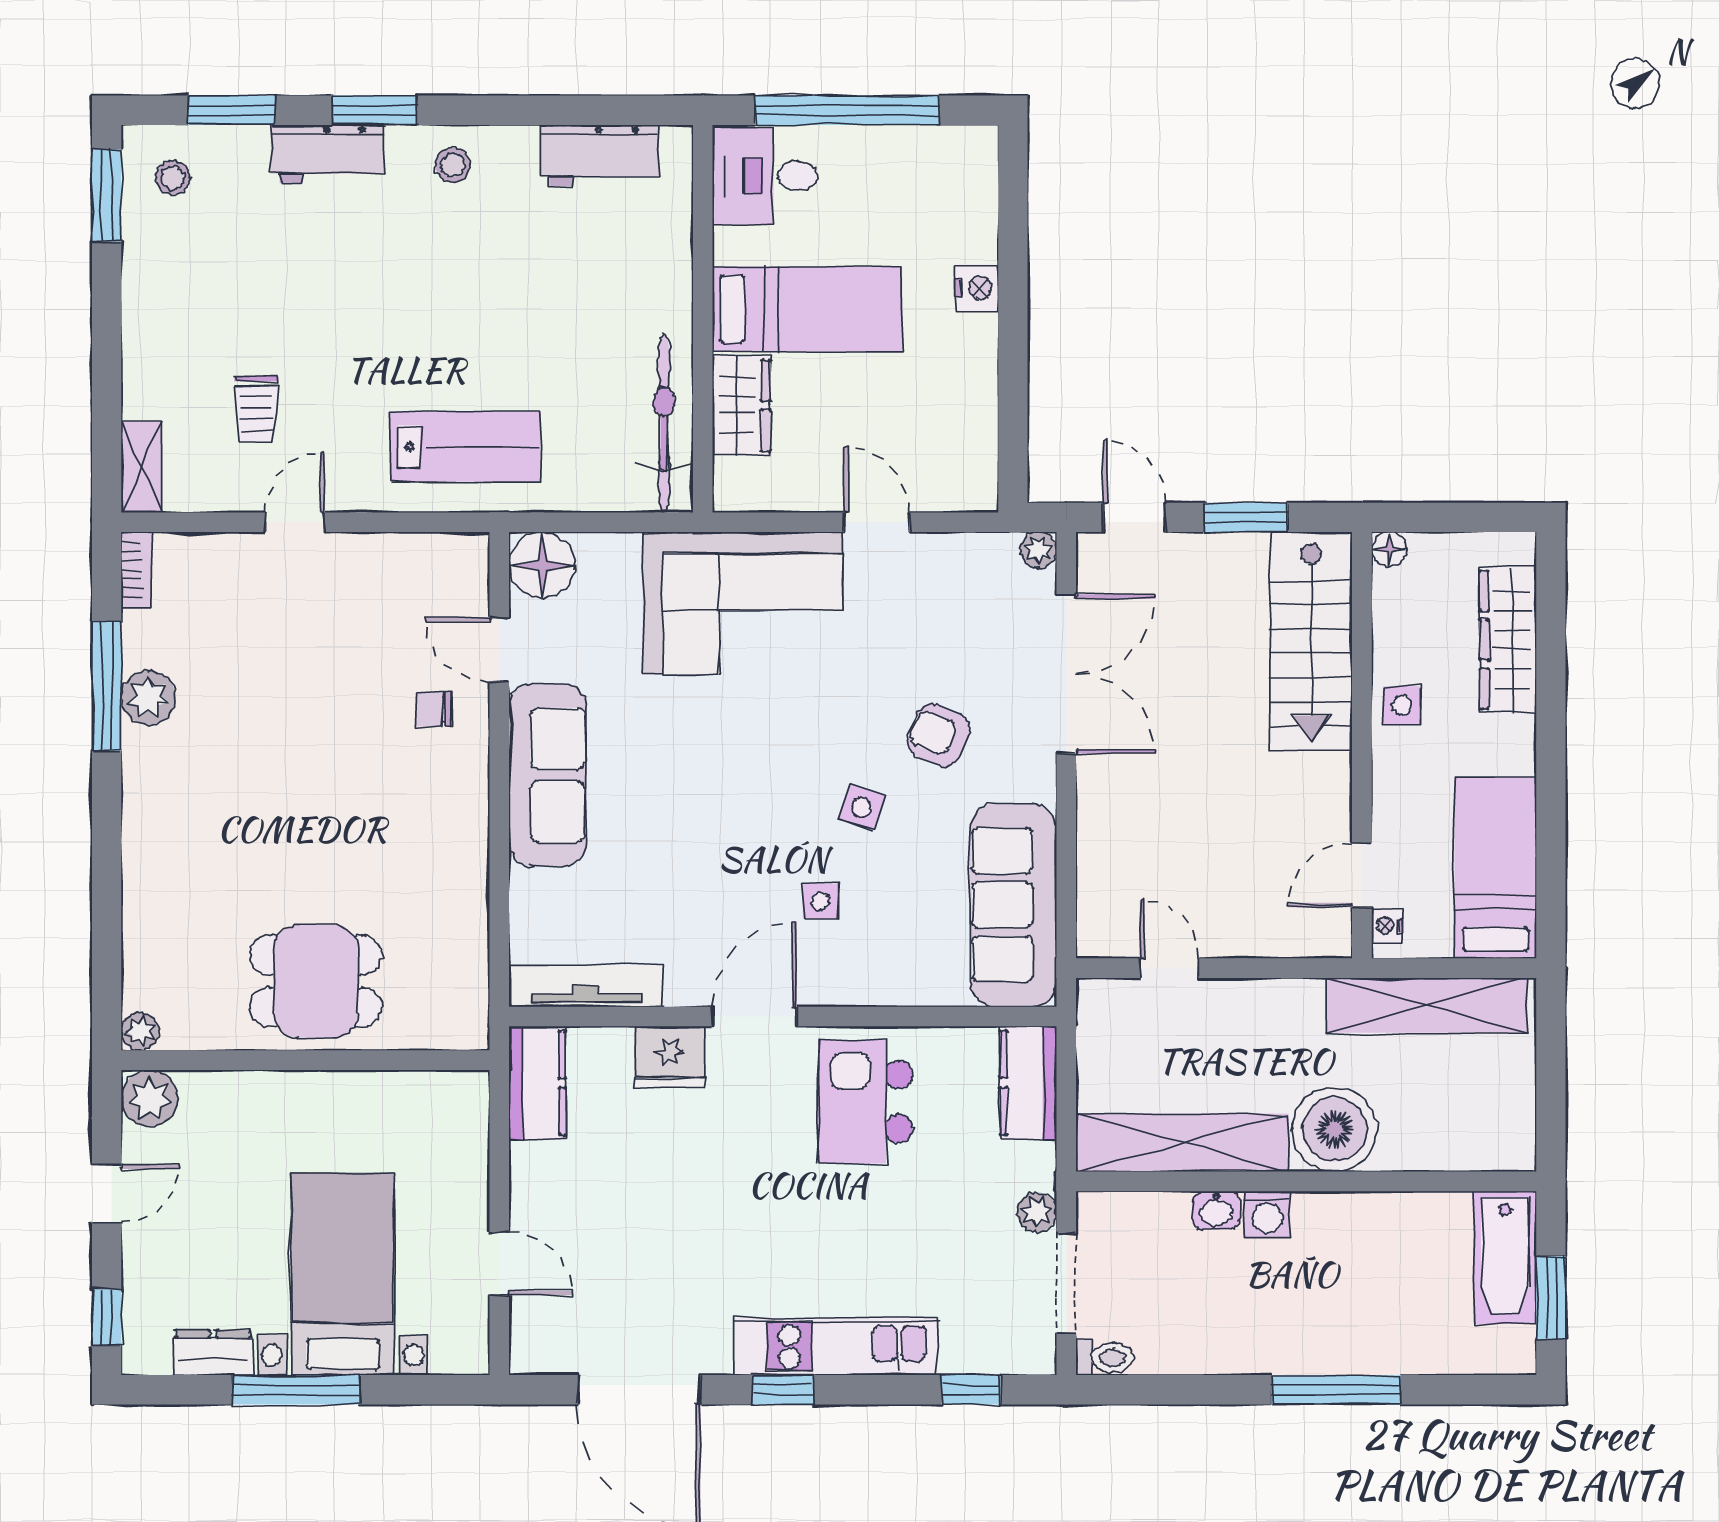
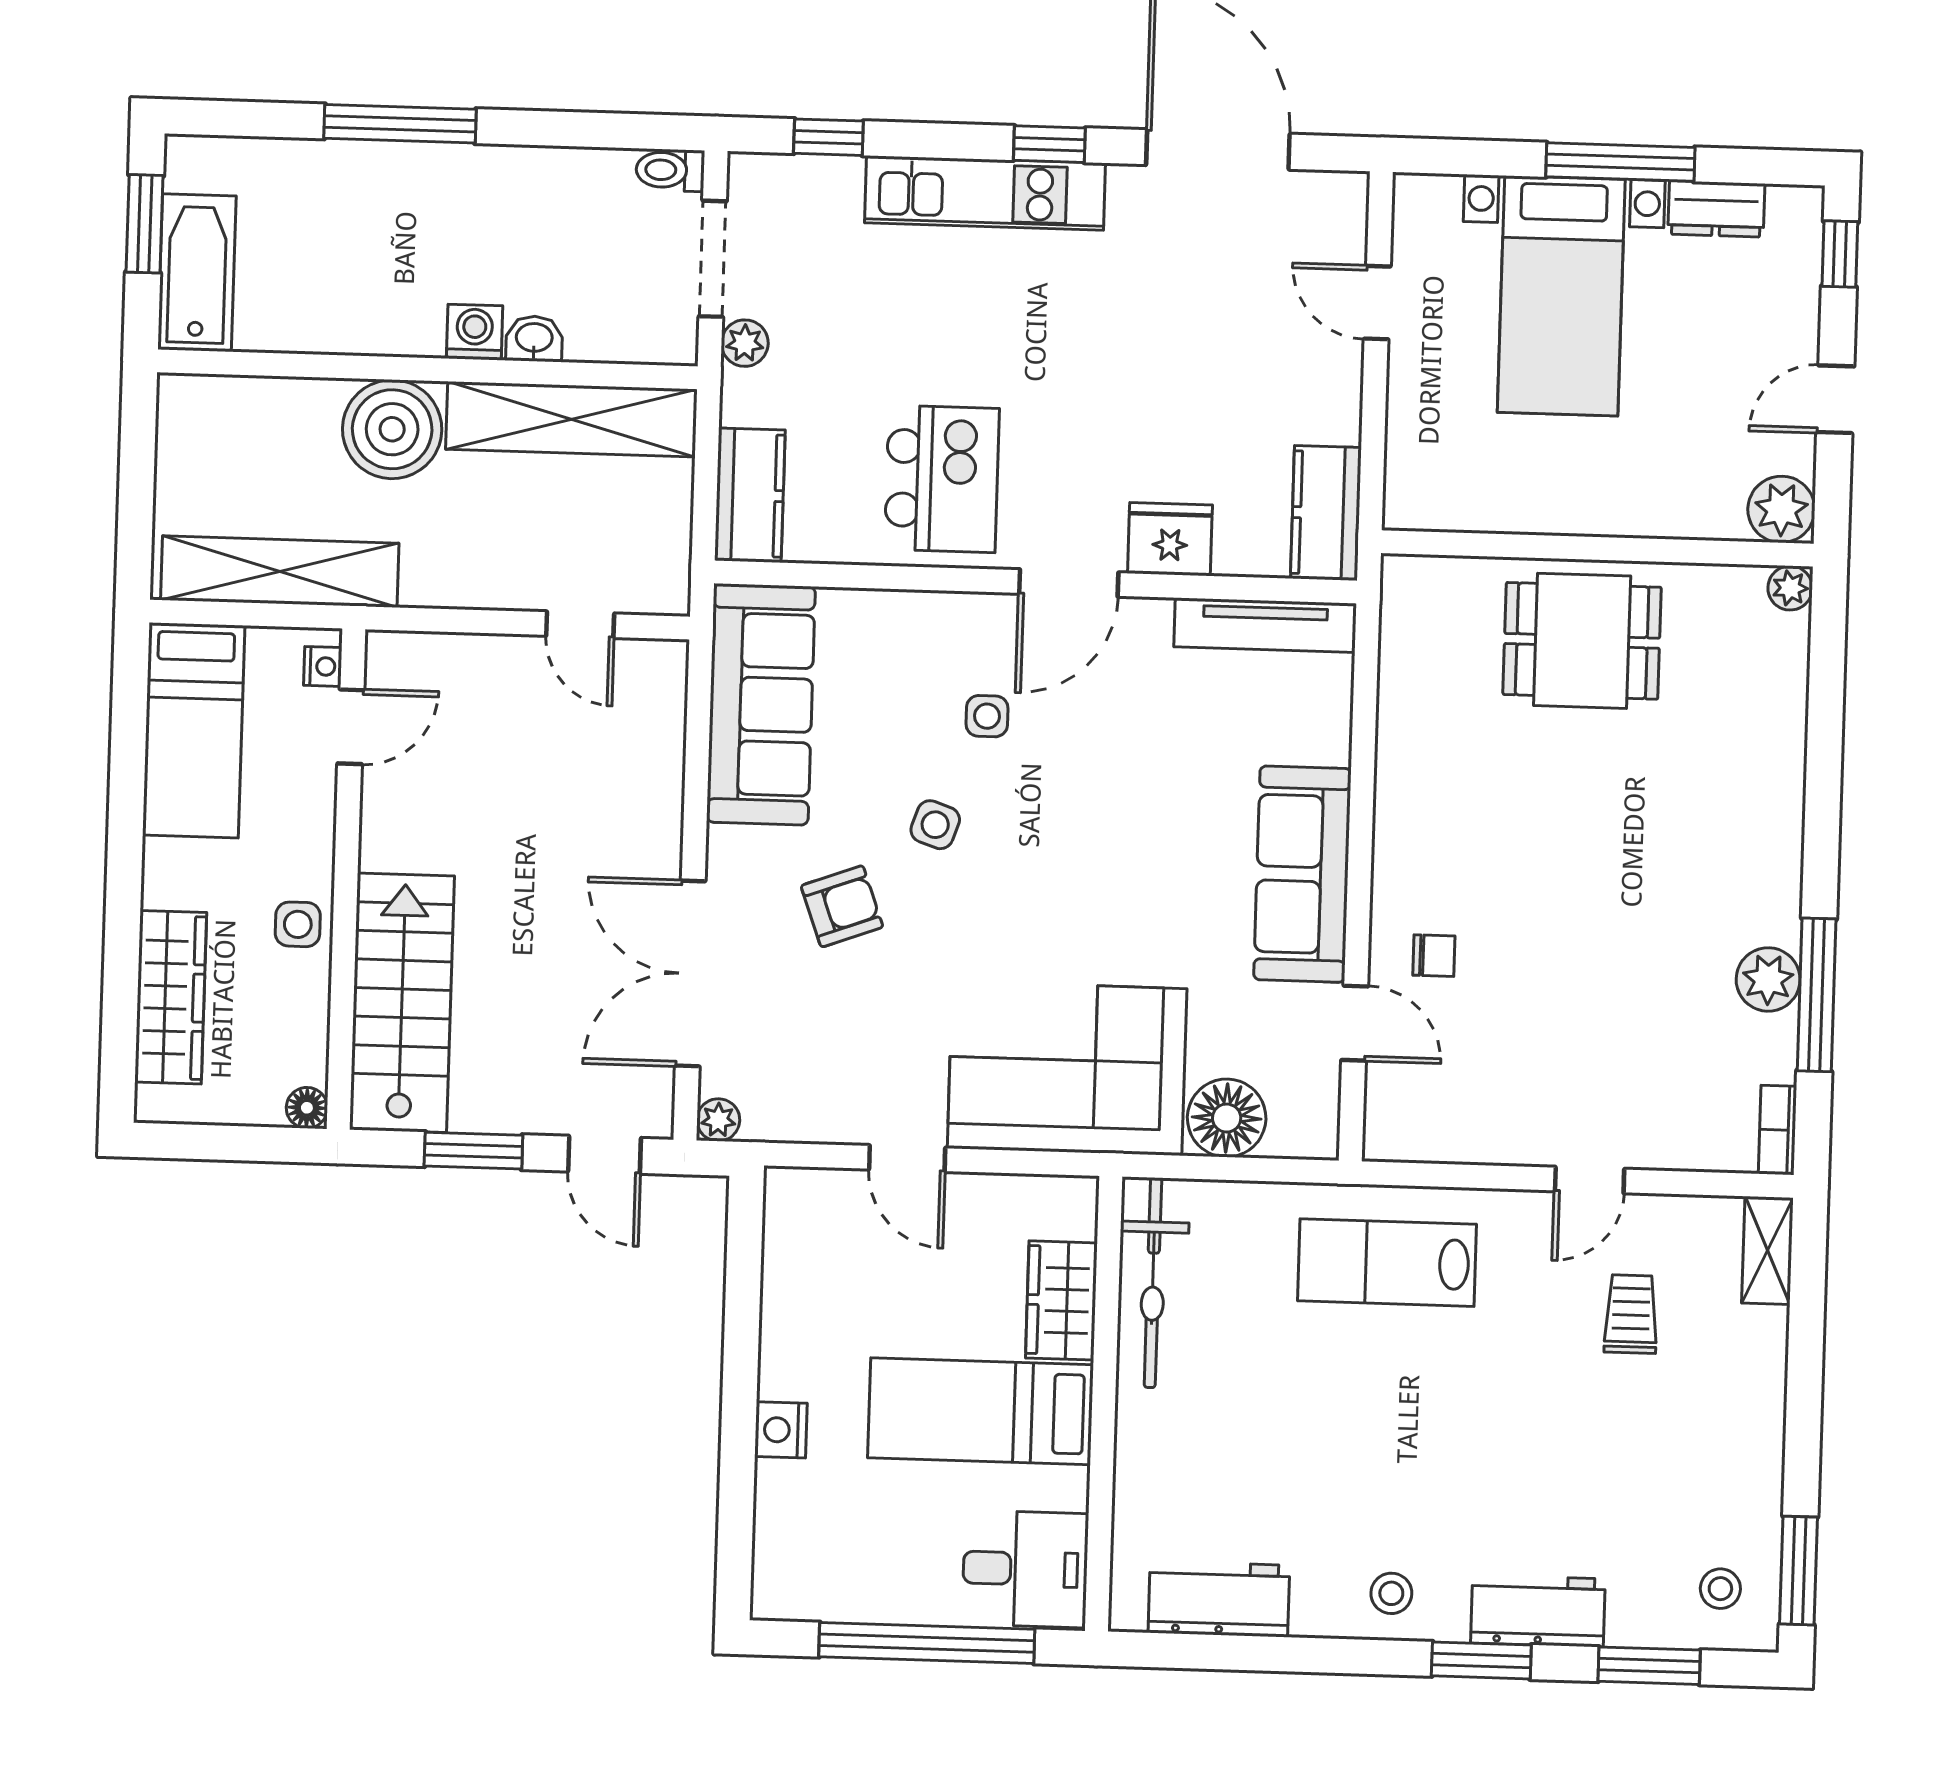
floor lamp: (542, 565) -> (1227, 1118), moved
armchair: (939, 735) -> (842, 906), turned -41

